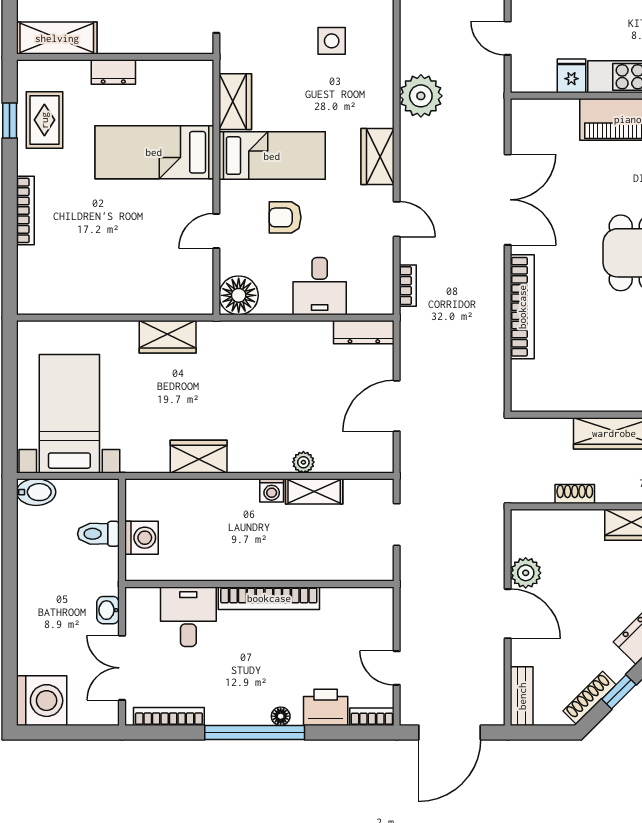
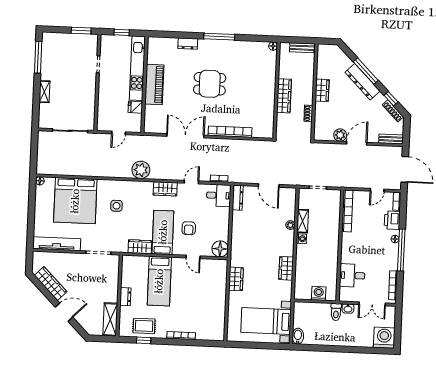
desk: (320, 286) -> (219, 195), moved
toilet: (98, 534) -> (336, 312), moved
bookcase: (269, 598) -> (347, 211), moved

